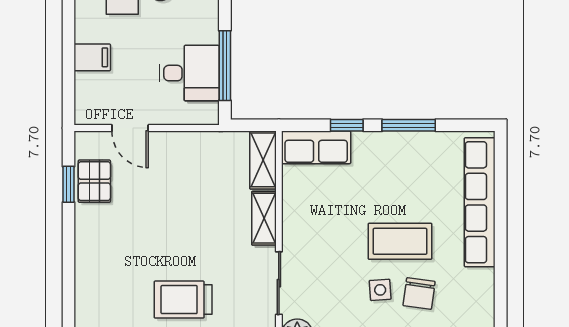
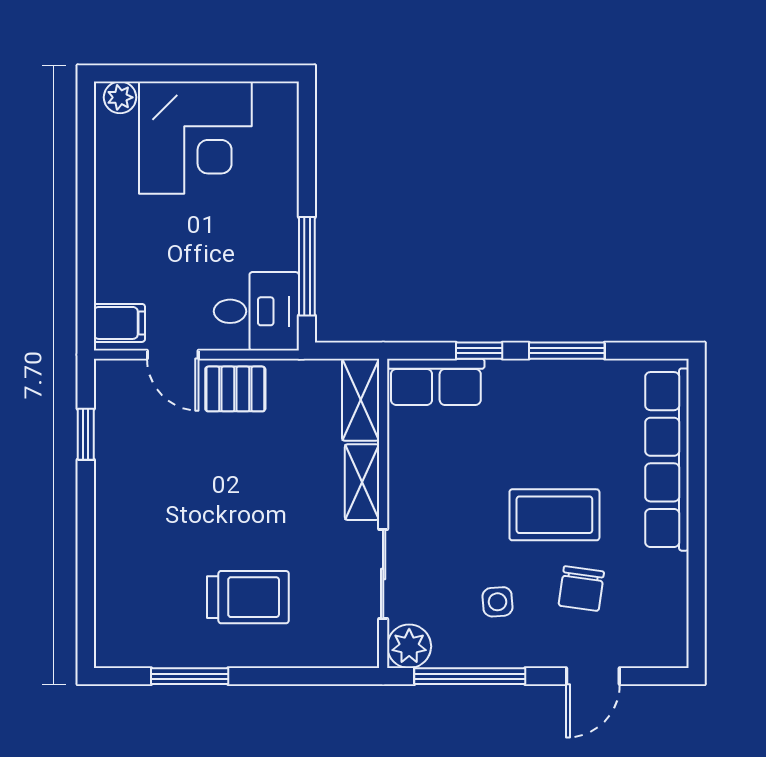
filing cabinet: (92, 57) -> (119, 323), moved
desk: (189, 73) -> (256, 311), moved
pallet: (94, 181) -> (235, 389), moved, turned 90
side table: (380, 290) -> (497, 602), moved
trolley: (183, 300) -> (248, 597), turned 180

